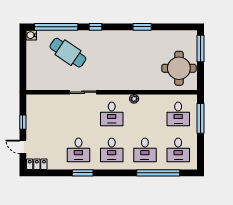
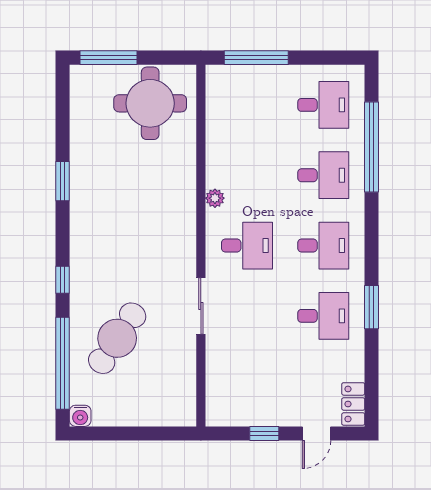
desk: (178, 114) -> (247, 105), removed

